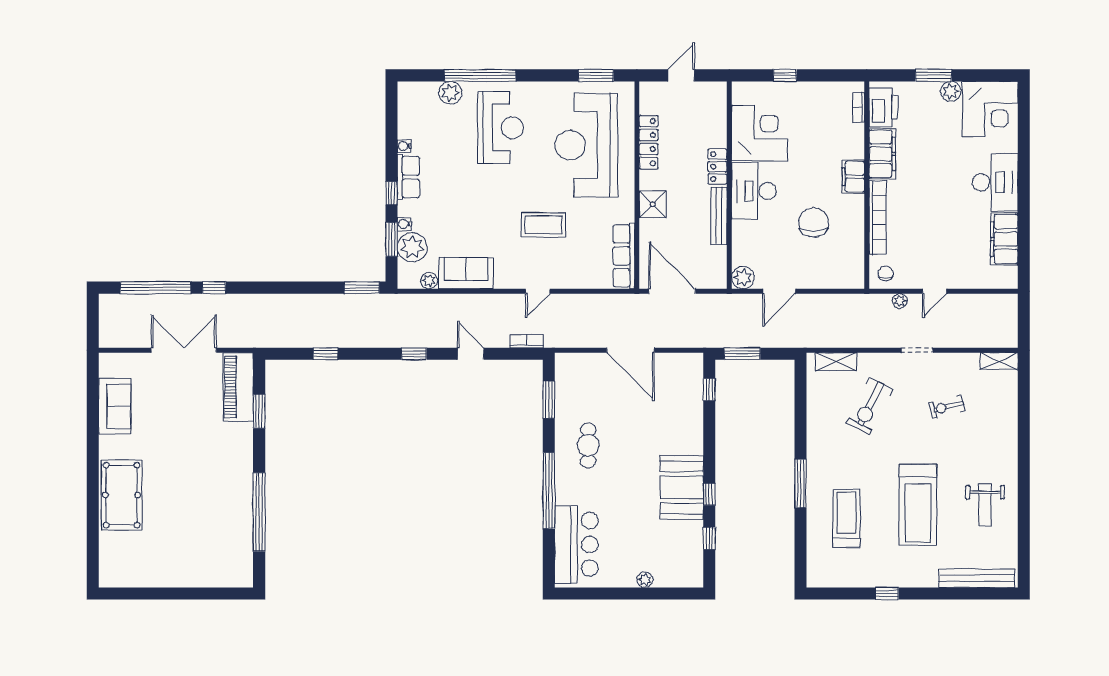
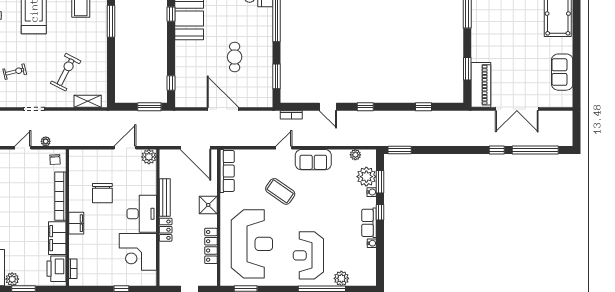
coffee table: (543, 225) -> (280, 191), turned 35
sofa: (466, 273) -> (313, 160), moved
cafe table: (588, 445) -> (235, 57), moved

